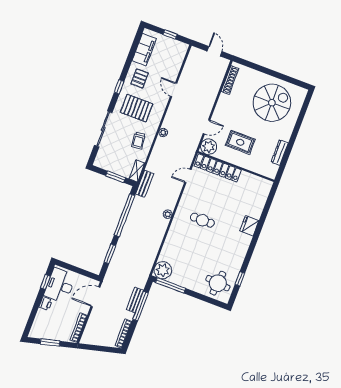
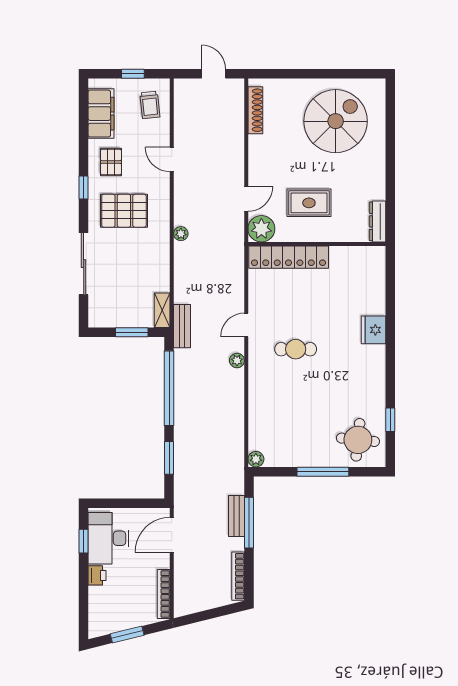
trolley: (138, 140) -> (150, 105), moved
dresser: (280, 152) -> (378, 221), moved
door: (188, 176) -> (246, 325), moved
plant: (163, 270) -> (256, 459), width x0.53, depth x0.53
window: (171, 285) -> (323, 472), moved

